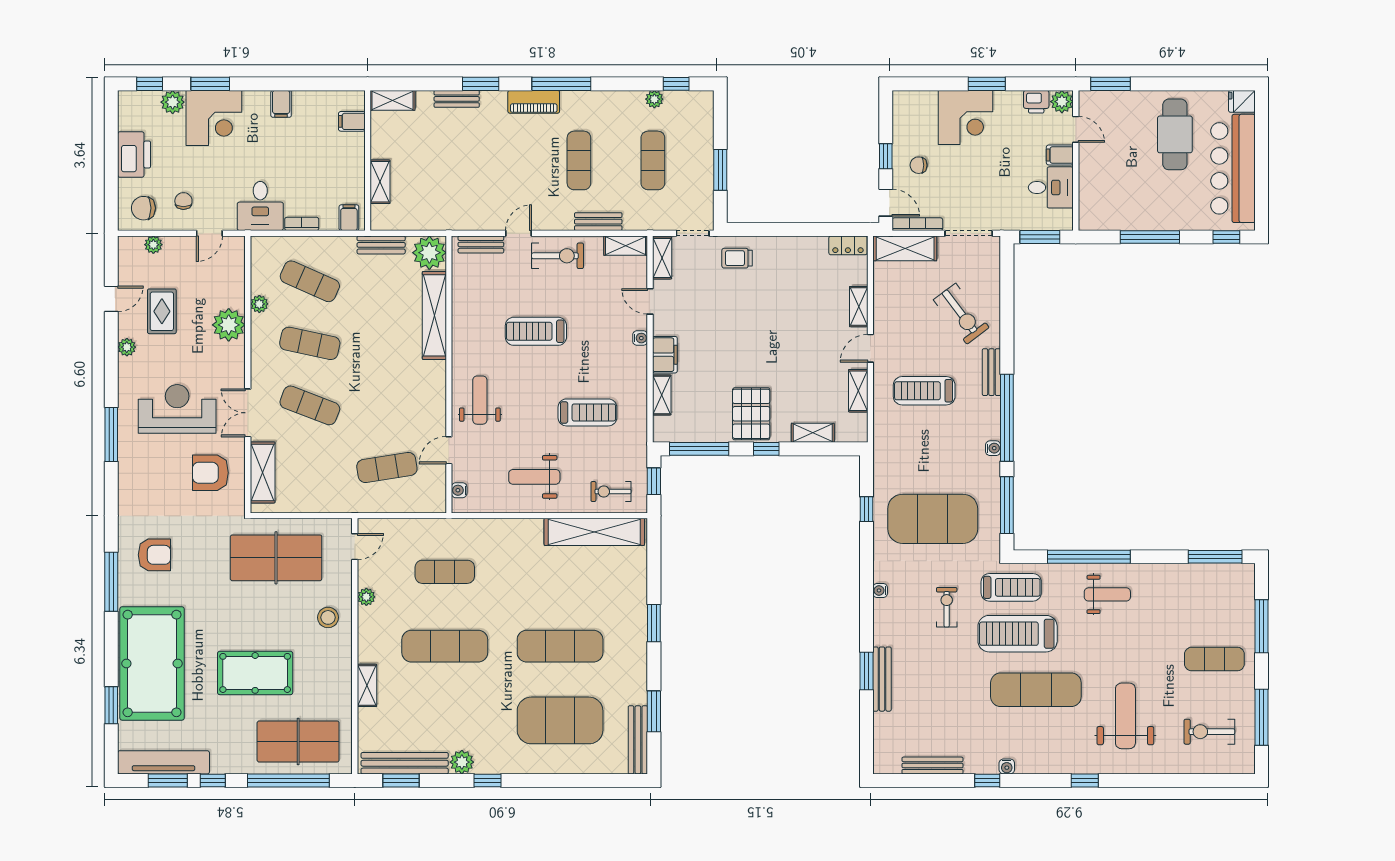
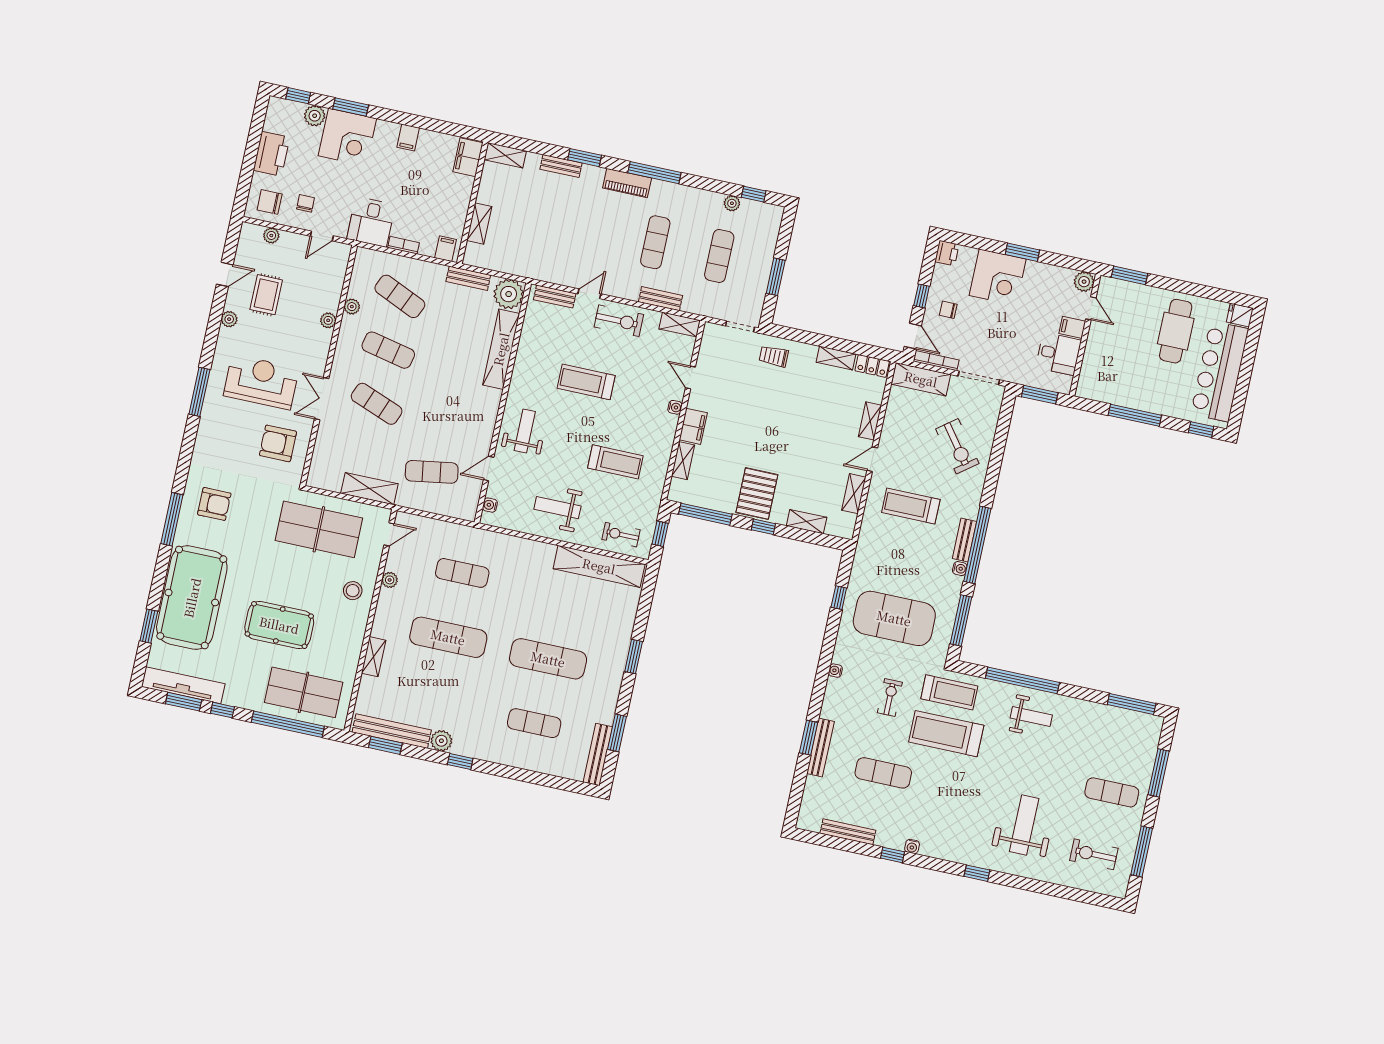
printer: (1036, 102) -> (947, 253), moved, turned -90
filing cabinet: (352, 121) -> (468, 157), width x2.00
shelving: (662, 258) -> (836, 358), moved, turned 90
plant: (229, 325) -> (328, 320), width x0.53, depth x0.53
bench: (991, 372) -> (964, 540), moved
shelving: (263, 472) -> (369, 489), moved, turned 90
exercise mat: (1036, 690) -> (883, 773), moved, width x0.73, depth x0.69
exercise mat: (560, 720) -> (534, 723), width x0.50, depth x0.69

